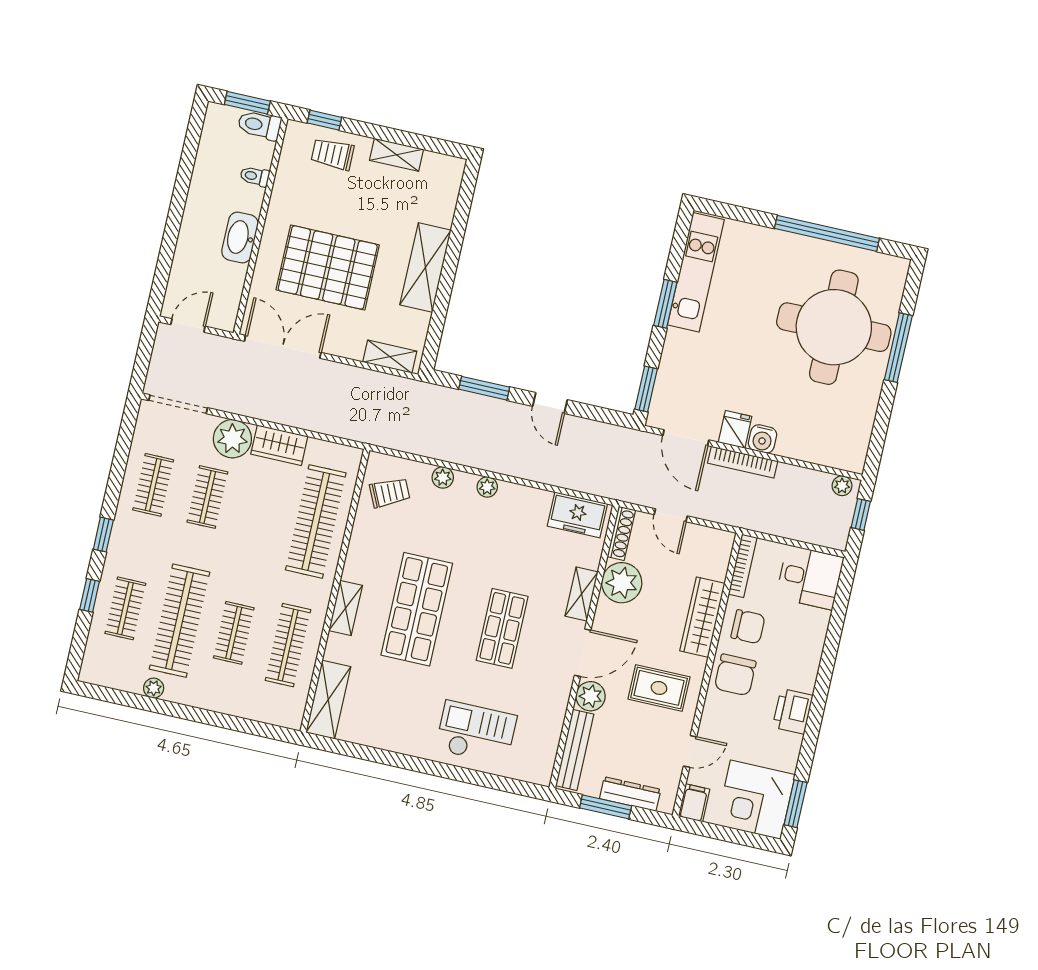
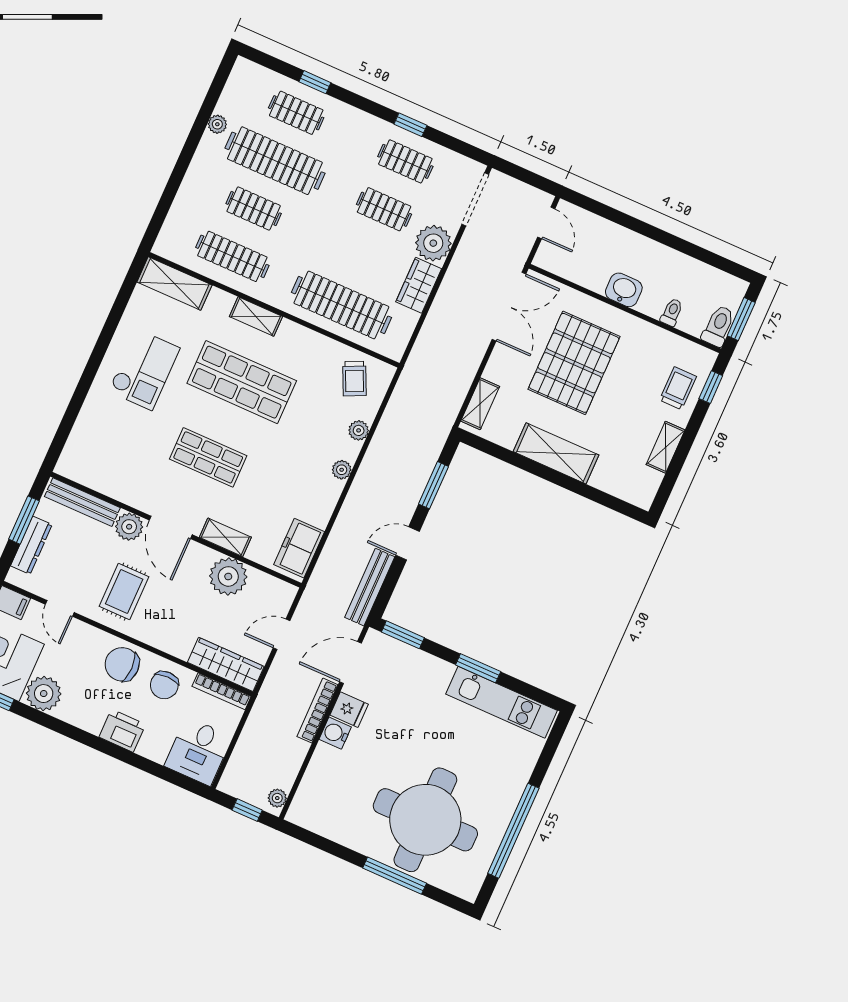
washbasin: (240, 237) -> (624, 290), width x0.72
bench: (603, 433) -> (370, 587), added
shoe rack: (621, 533) -> (274, 585), removed
window: (103, 535) -> (410, 125), moved
wardrobe: (702, 617) -> (226, 664), moved
printer: (793, 711) -> (122, 731), moved
checkout: (476, 733) -> (144, 370), moved
plant: (782, 750) -> (44, 694), added

